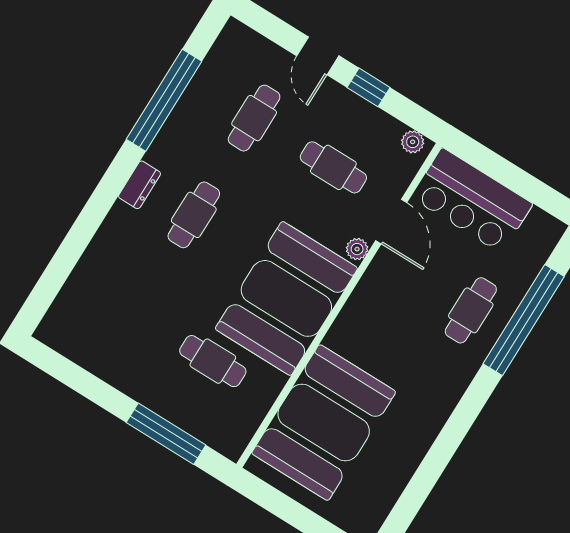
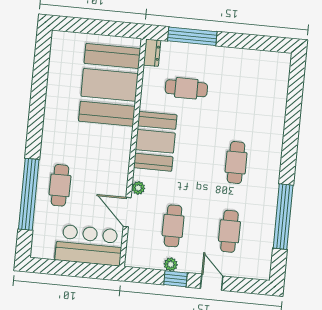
plant: (413, 142) -> (171, 264), moved
cafe table: (333, 167) -> (173, 226), turned 90
dresser: (139, 185) -> (152, 53), moved, turned 180
booth: (286, 298) -> (155, 141), width x0.73, depth x0.70

